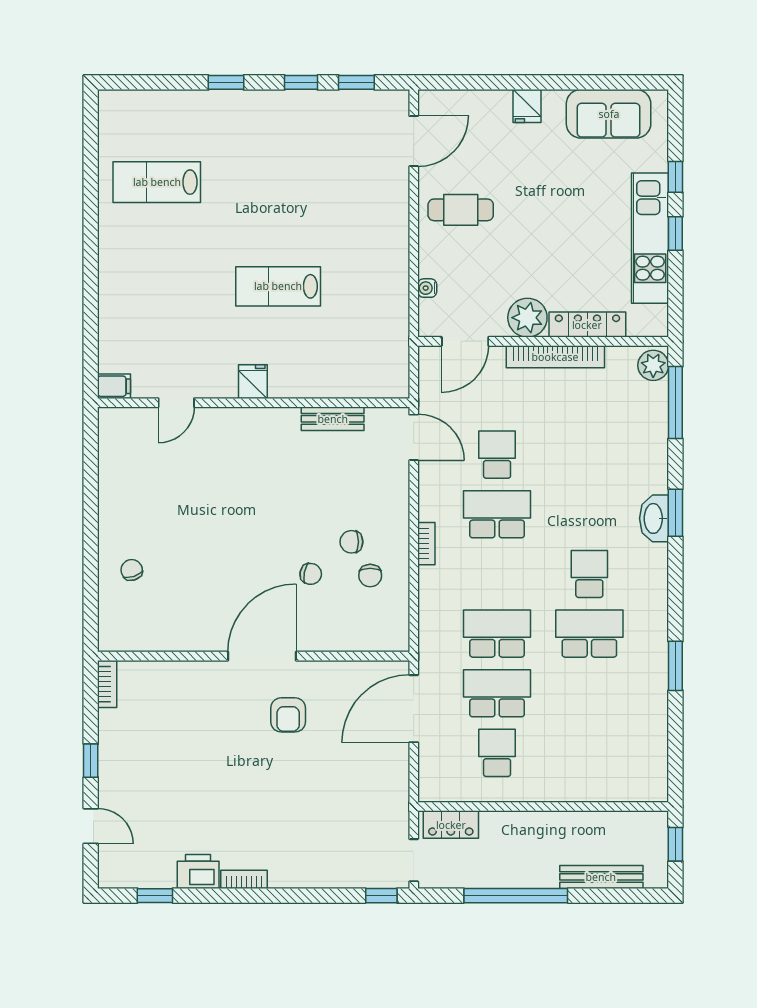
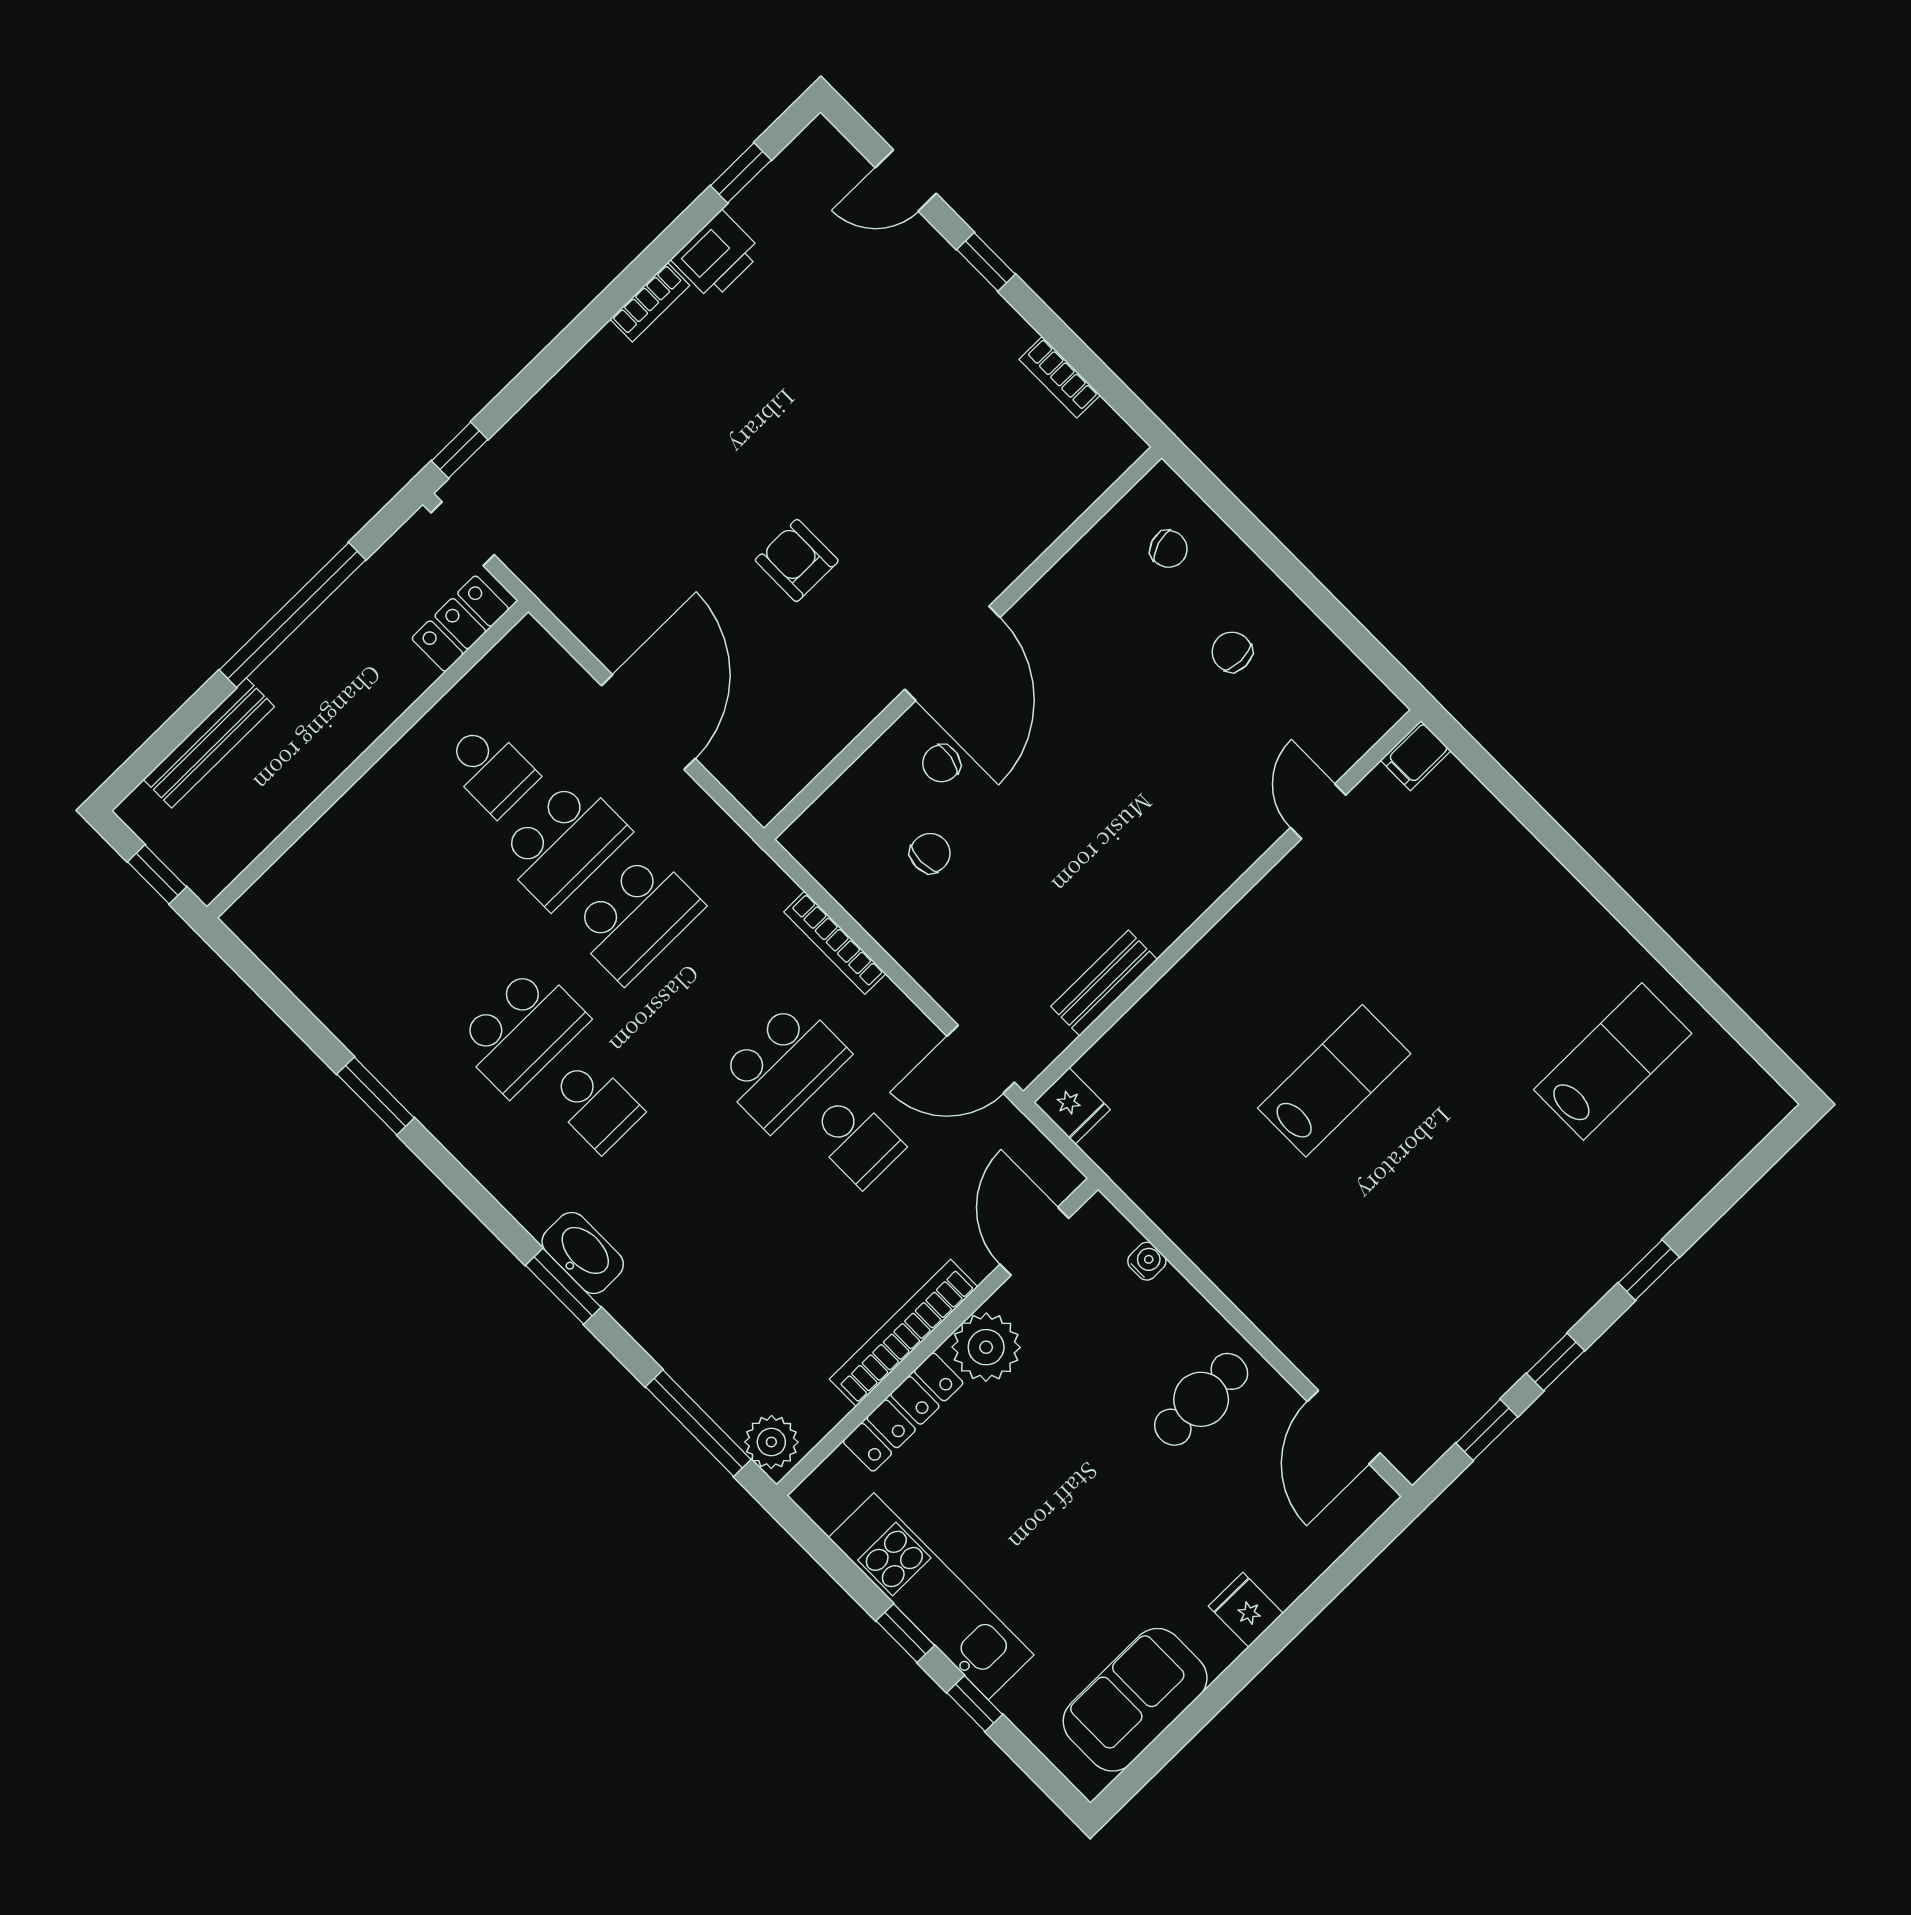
fridge: (253, 382) -> (1072, 1106), moved
bookcase: (426, 544) -> (835, 943), width x1.56
chair: (370, 576) -> (1232, 652), moved
wall: (254, 656) -> (963, 643), moved
door: (262, 656) -> (952, 653), moved

